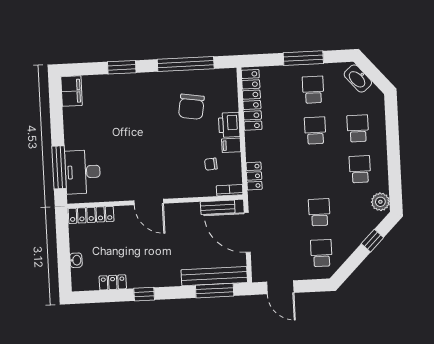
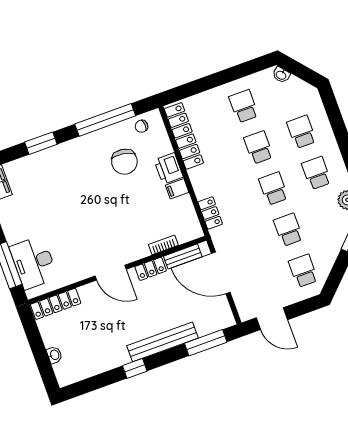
window: (303, 58) -> (224, 77), removed
washbasin: (358, 78) -> (281, 75), width x0.52, depth x0.69
chair: (211, 164) -> (142, 126), moved
school desk: (317, 171) -> (273, 189), added
bookcase: (230, 190) -> (163, 245), moved
bench: (214, 276) -> (162, 342), moved
locker: (113, 282) -> (151, 269), moved, turned 180

